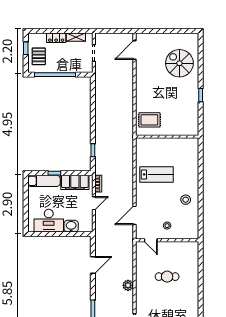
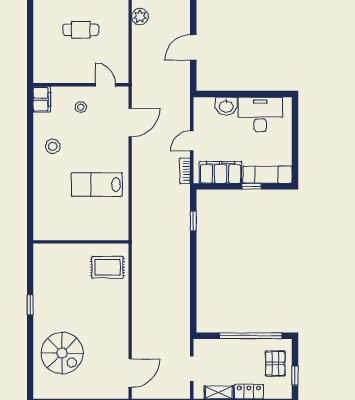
filing cabinet: (193, 231) -> (42, 99), added

